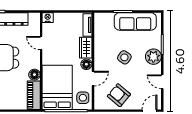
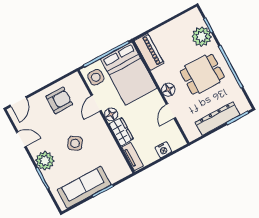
nightstand: (48, 18) -> (163, 150), moved
door: (41, 43) -> (171, 111), swing flipped
floor lamp: (34, 75) -> (168, 90), moved
armchair: (119, 95) -> (59, 100), turned -40

